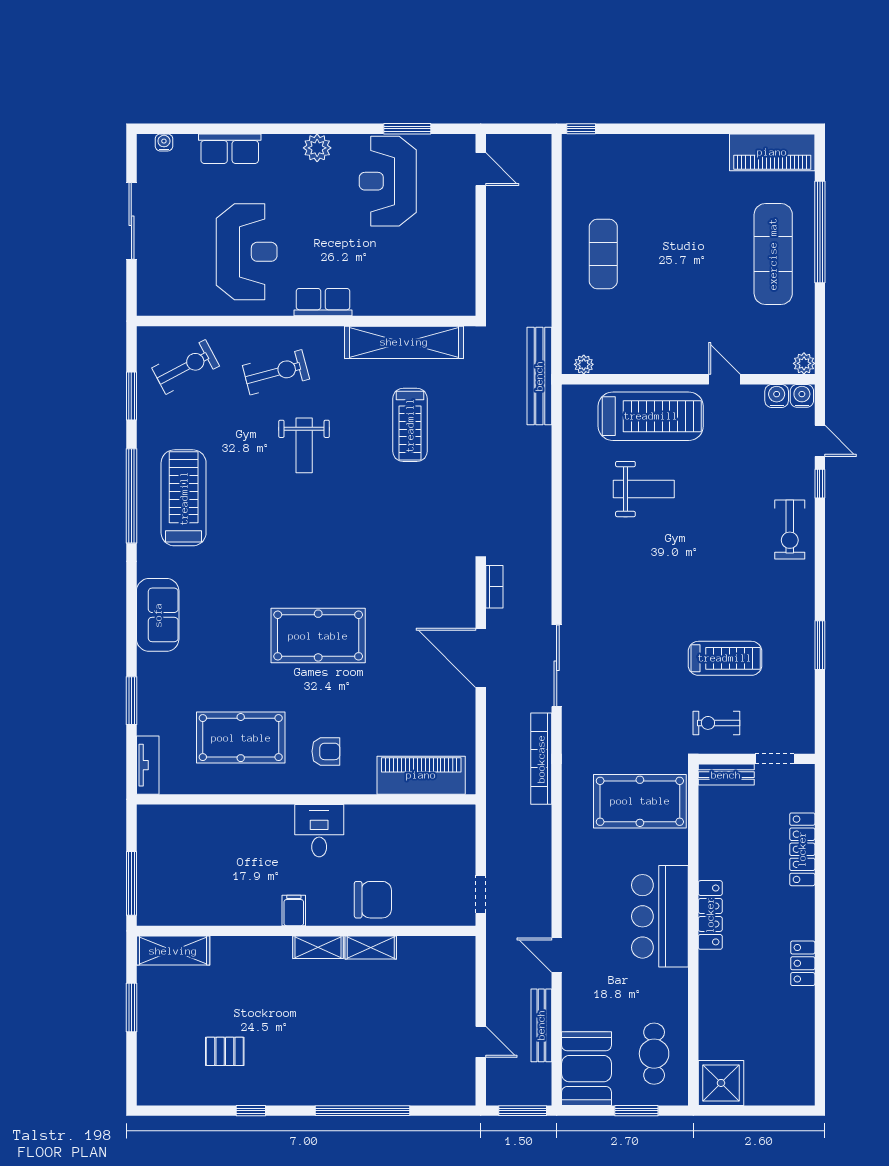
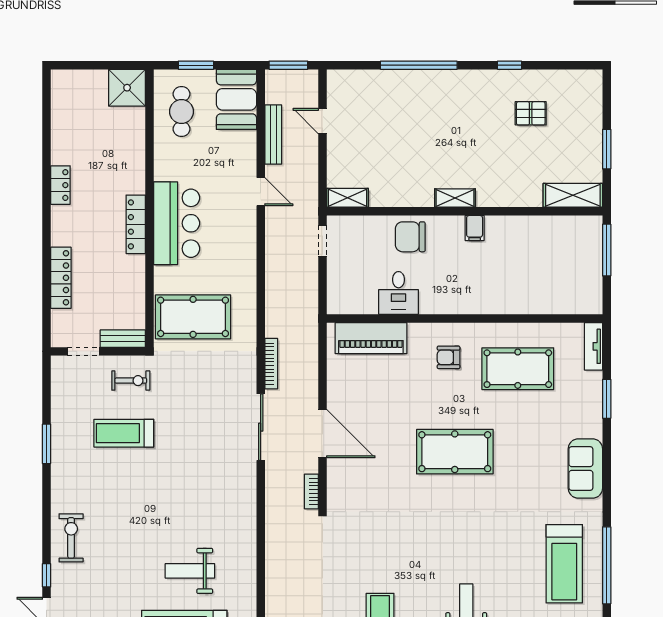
bookcase: (541, 759) -> (271, 364), width x0.68, depth x0.76
desk: (319, 831) -> (398, 293), moved
shelving: (371, 948) -> (347, 198), moved

